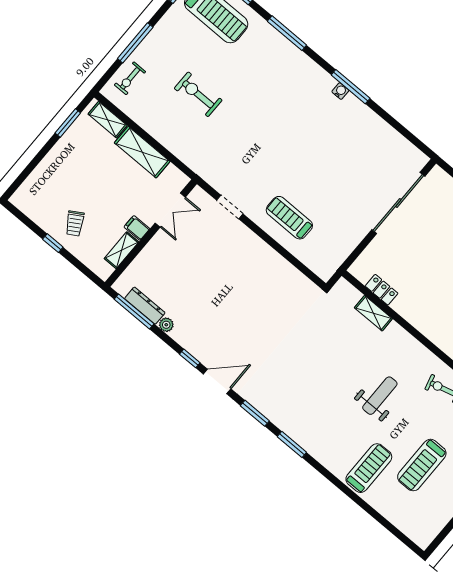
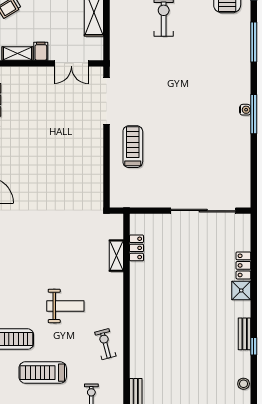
doorway: (230, 207) -> (107, 101), width x1.87

